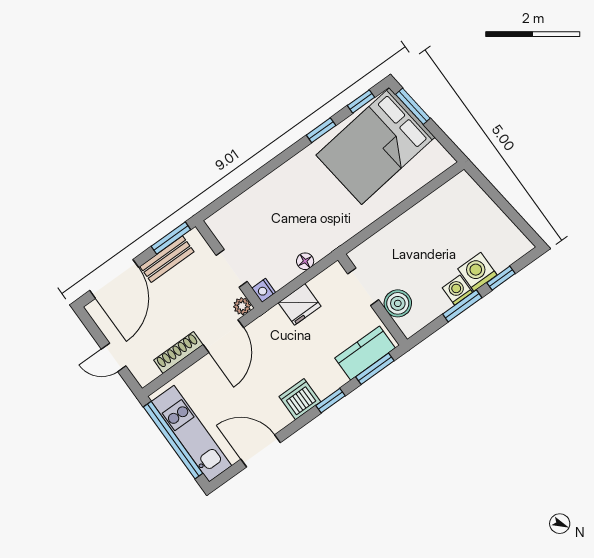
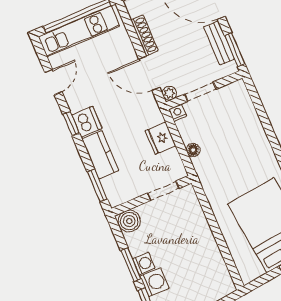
boiler: (398, 303) -> (129, 221), moved
kitchen counter: (365, 353) -> (100, 155), moved
window: (331, 401) -> (71, 124), moved
door: (261, 451) -> (53, 82), width x0.73

